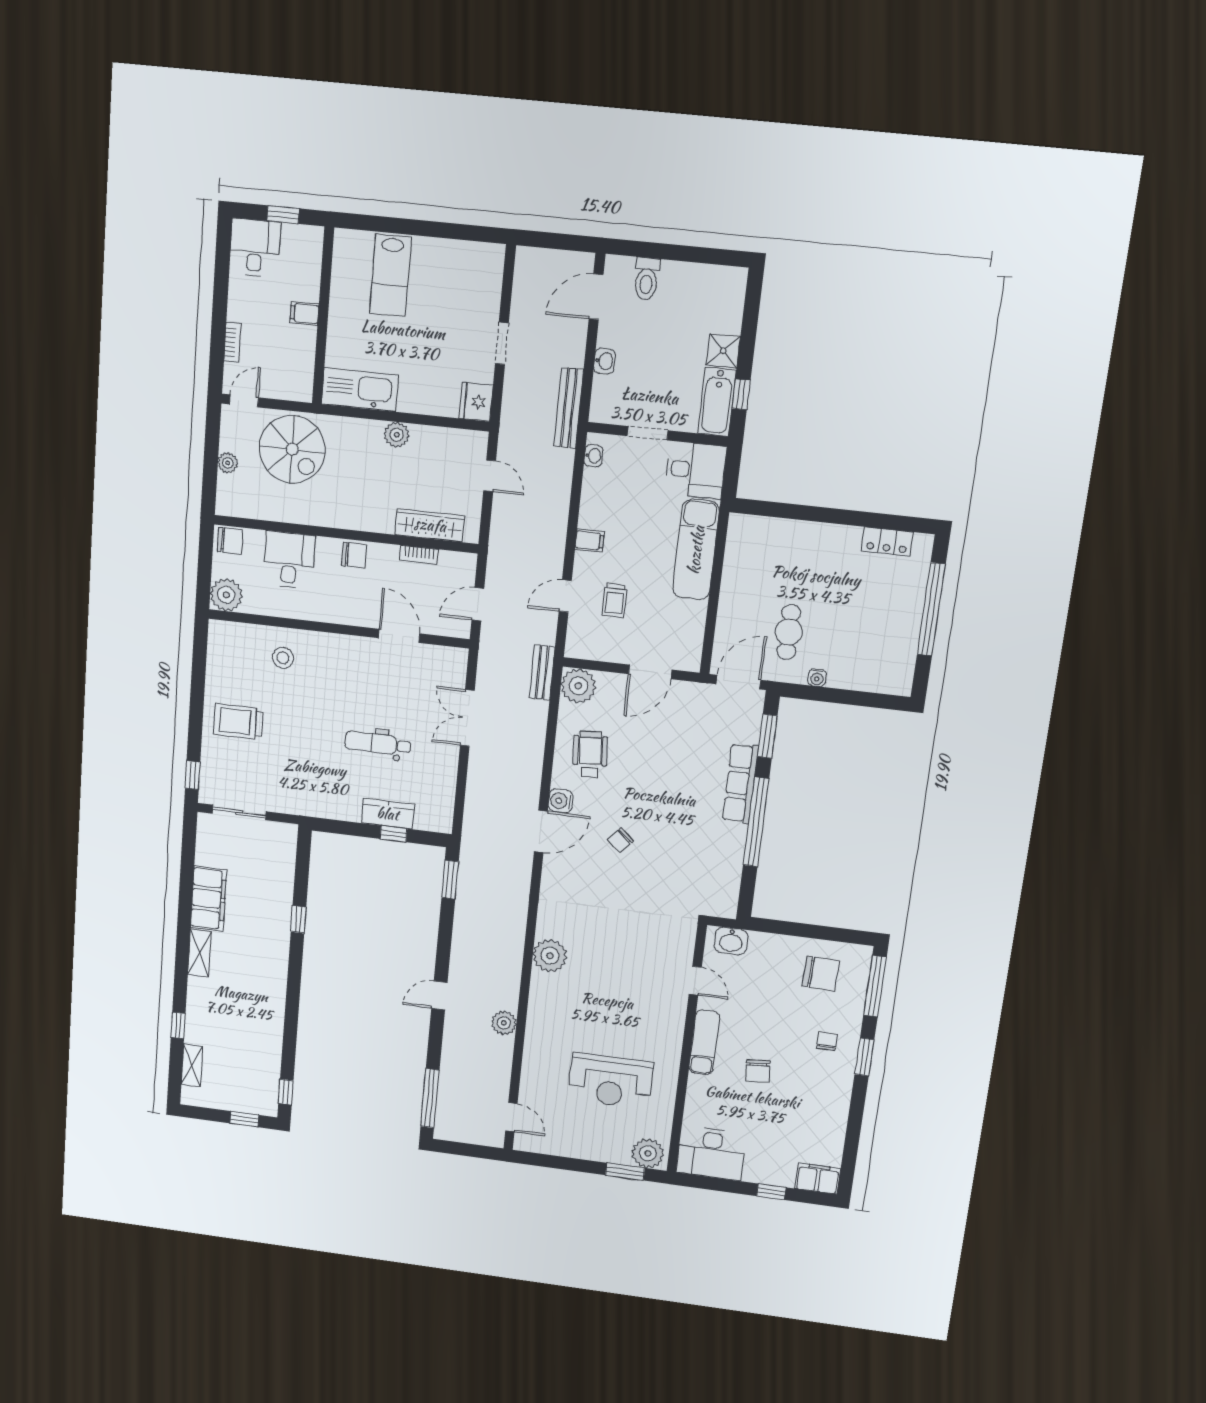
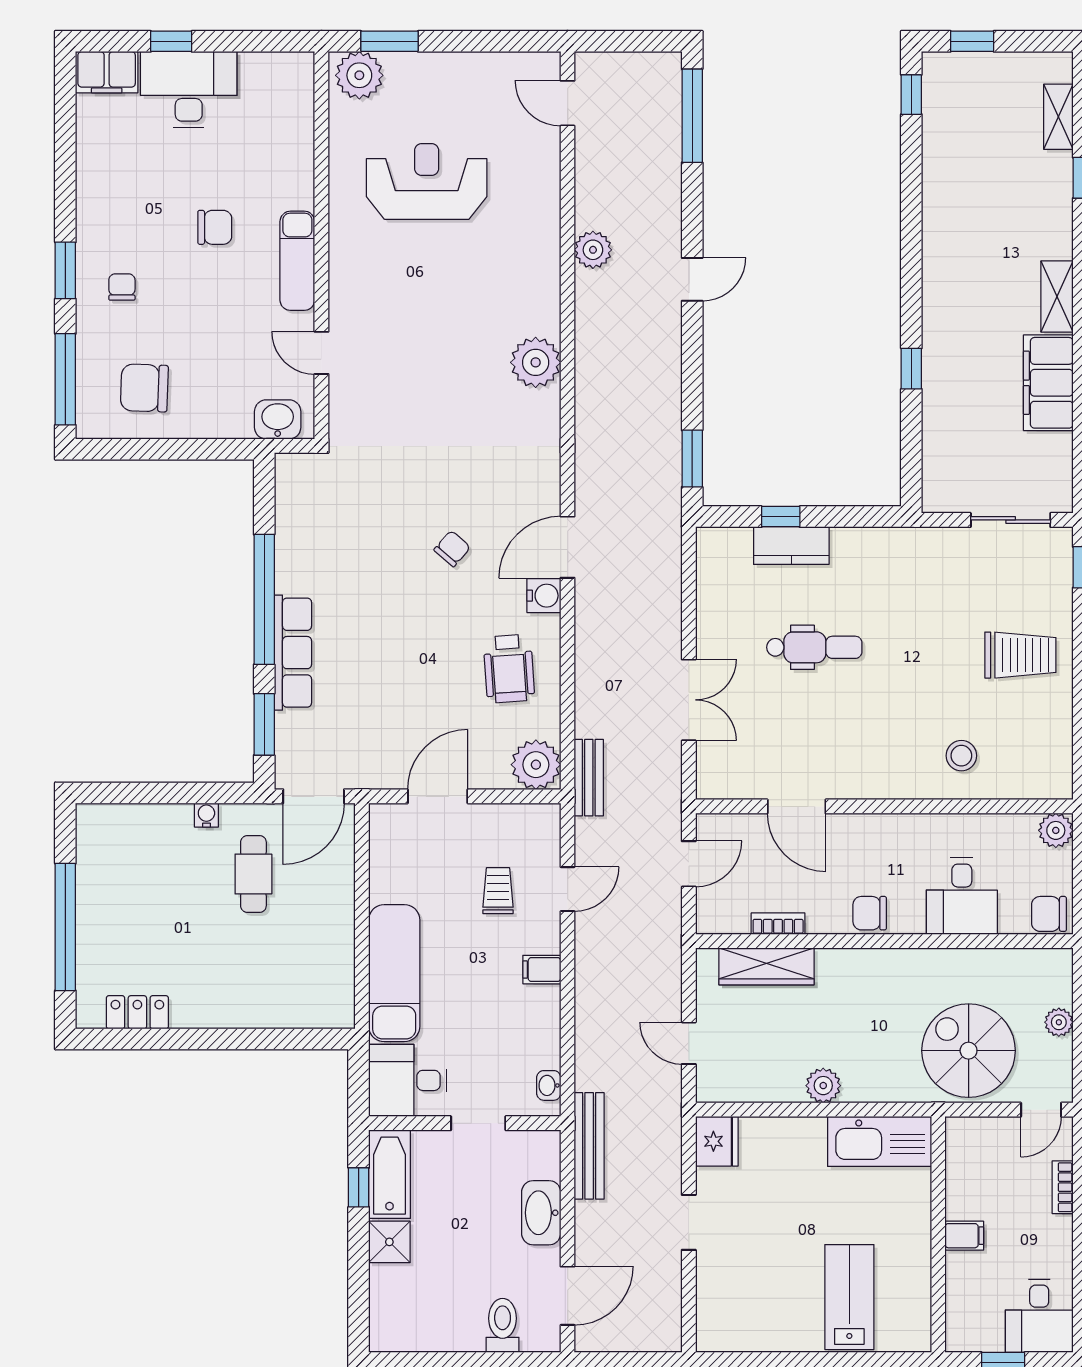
washbasin: (604, 361) -> (541, 1213), width x1.91, depth x1.45
plant: (226, 595) -> (1056, 830), width x0.73, depth x0.73
chair: (827, 1041) -> (122, 287), turned 180
chair: (758, 1071) -> (215, 227), turned 95
desk: (711, 1153) -> (189, 89), moved

